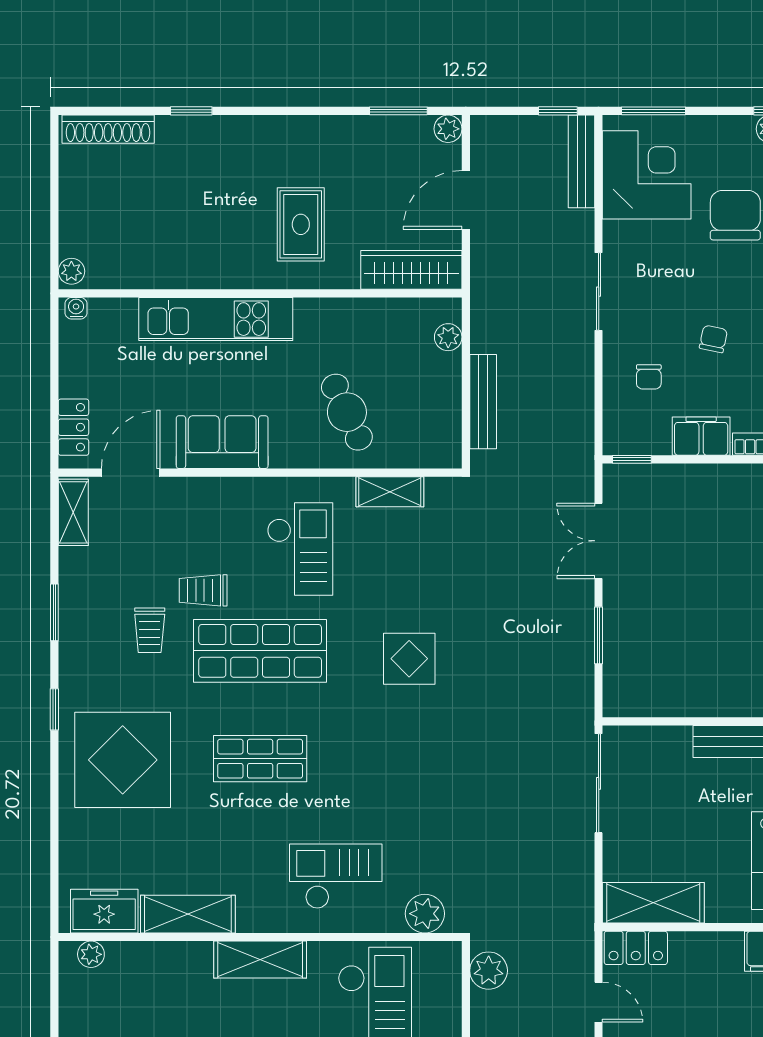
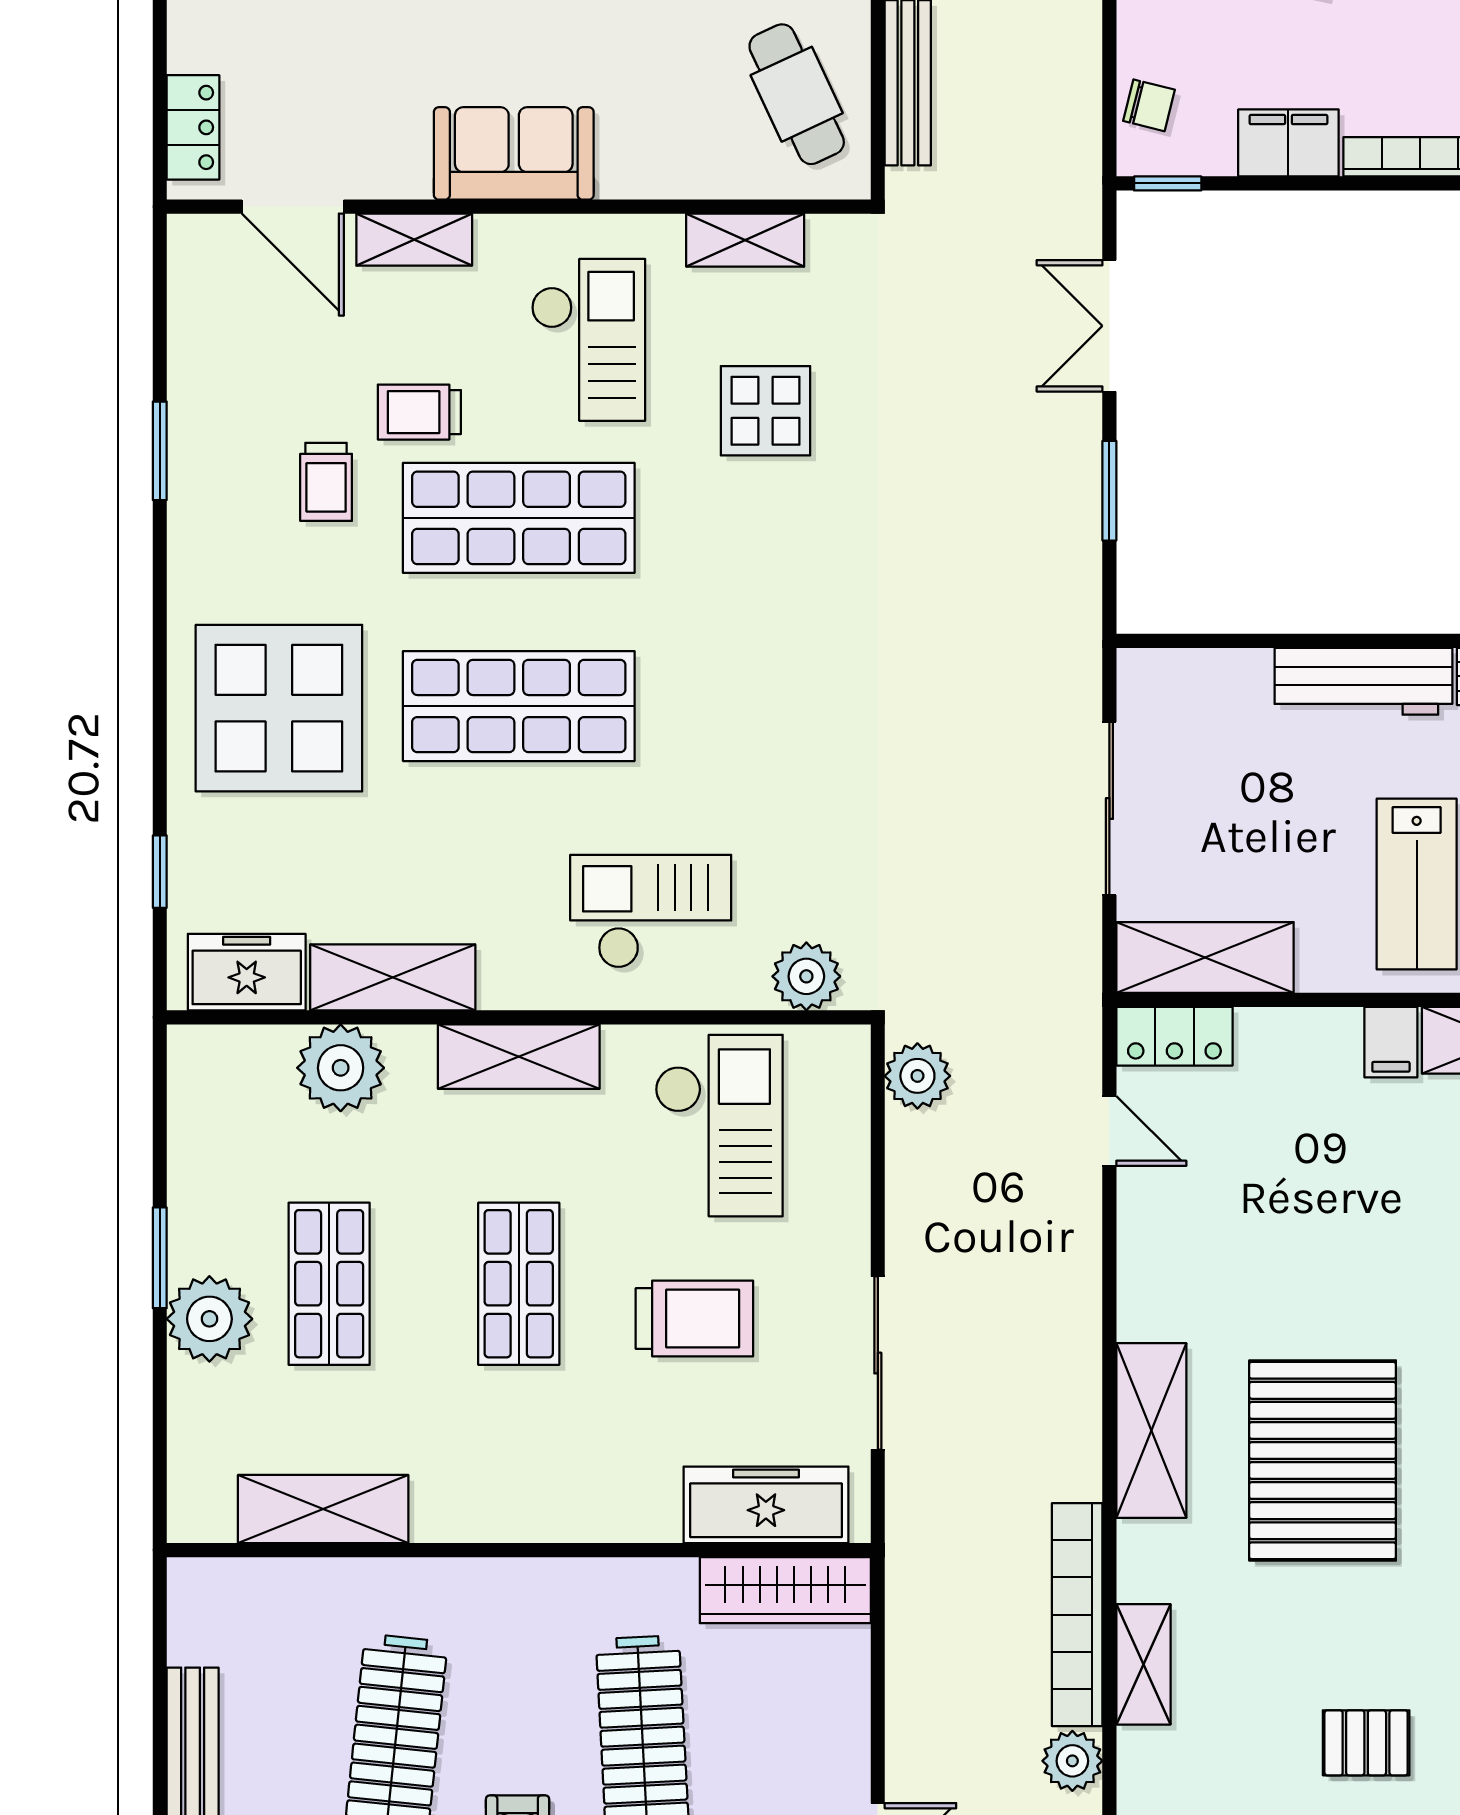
chair: (649, 377) -> (1149, 105), moved, turned -76
cafe table: (347, 412) -> (797, 94), moved
sofa: (222, 442) -> (514, 153), moved
door: (131, 473) -> (293, 207), swing flipped
shelving: (73, 512) -> (414, 240), moved, turned 90
display table: (409, 659) -> (766, 411), moved
window: (54, 709) -> (160, 872), moved
shop shelf: (260, 759) -> (519, 706), width x1.43, depth x1.36
sliding door: (599, 783) -> (1109, 808), moved
plant: (91, 954) -> (341, 1068), moved, width x1.88, depth x1.88

